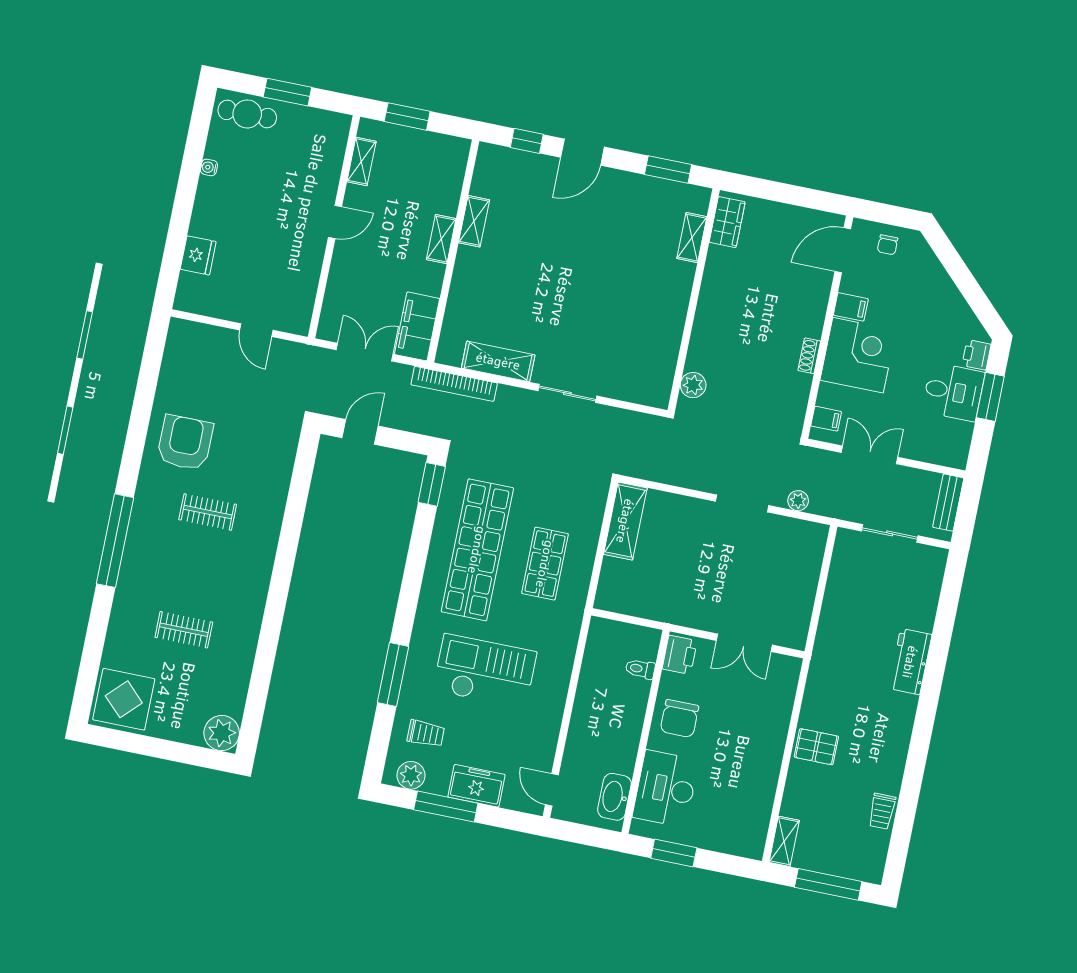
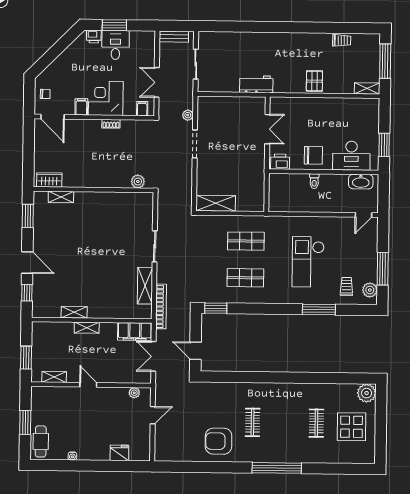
plant: (304, 304) -> (134, 393), added
shop shelf: (477, 550) -> (245, 278), width x0.50, depth x0.74
workbench: (910, 662) -> (256, 84), moved, turned 180
toilet: (640, 669) -> (314, 181), moved
display table: (124, 699) -> (352, 427), moved
freezer: (477, 786) -> (369, 255), removed

